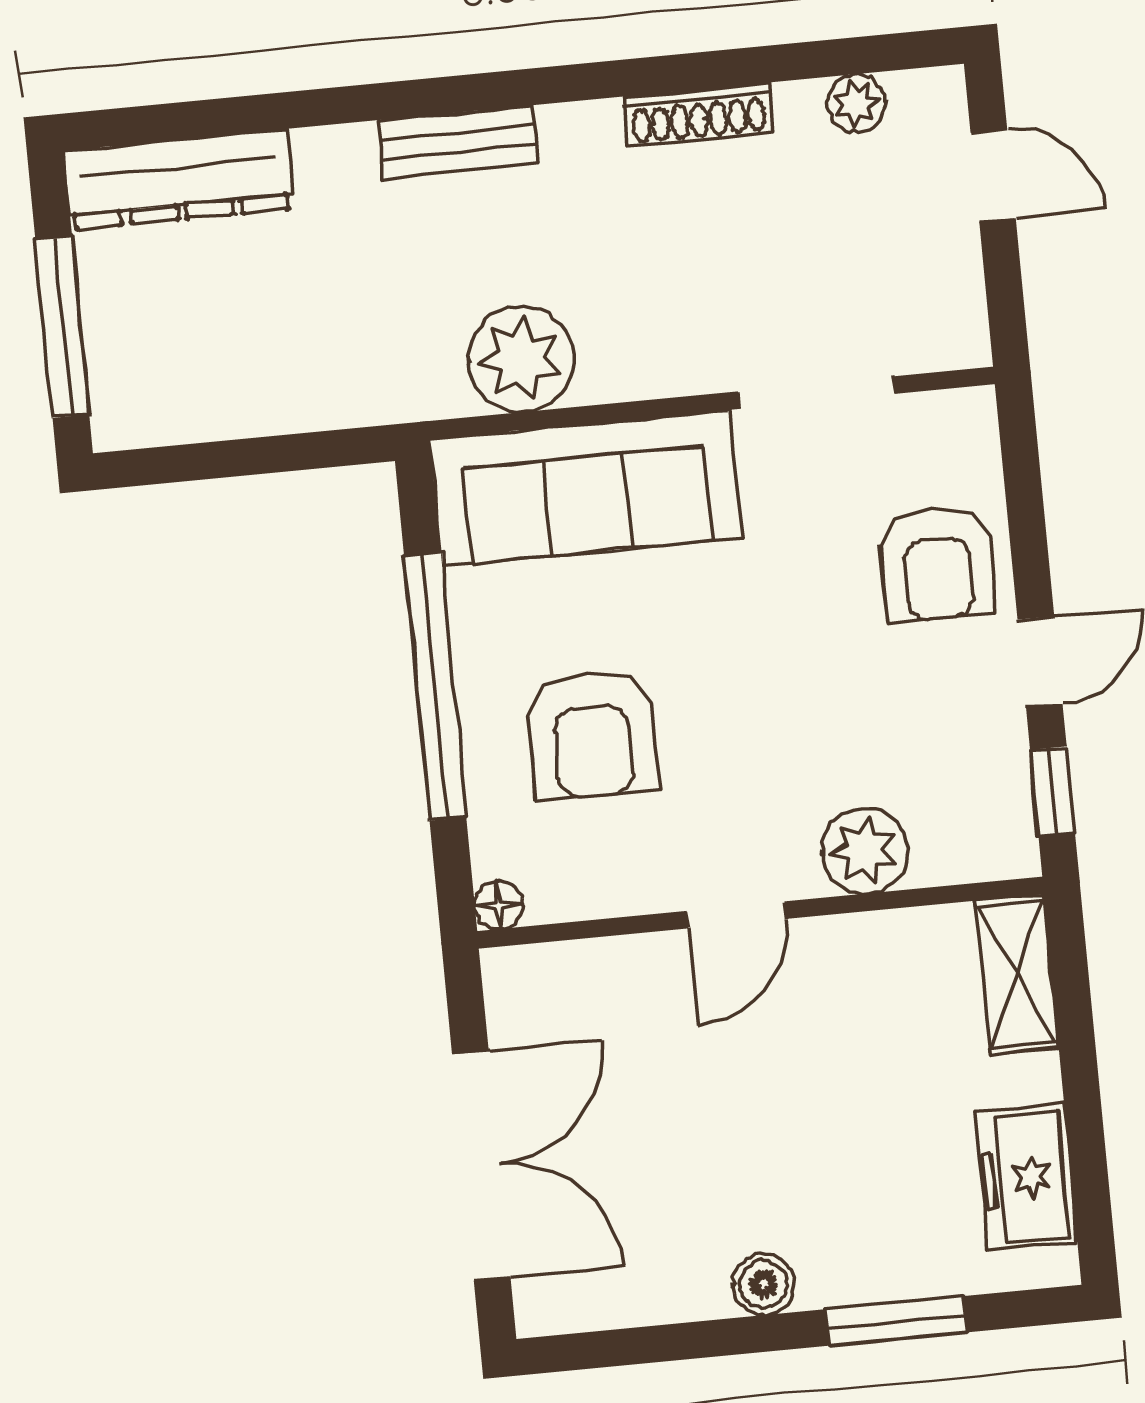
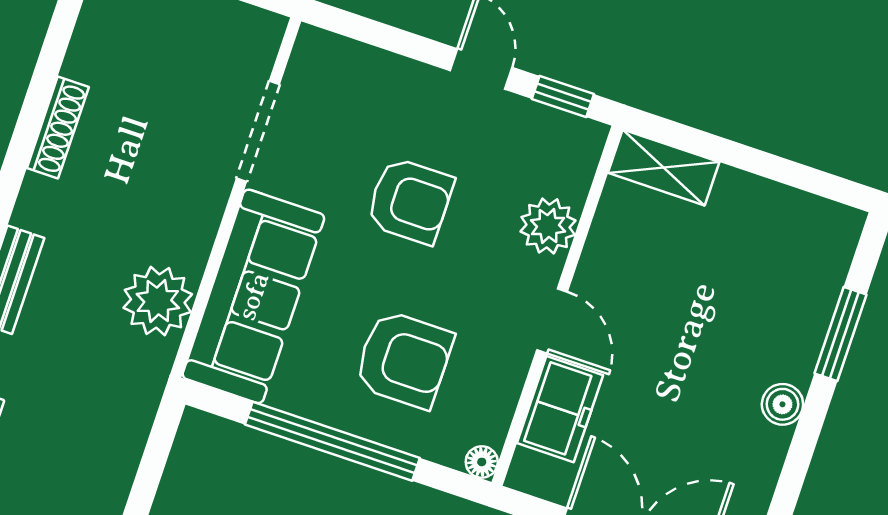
plant: (856, 103) -> (94, 29), removed
armchair: (937, 563) -> (410, 201), moved
freezer: (1026, 1177) -> (560, 409), moved, turned -90

